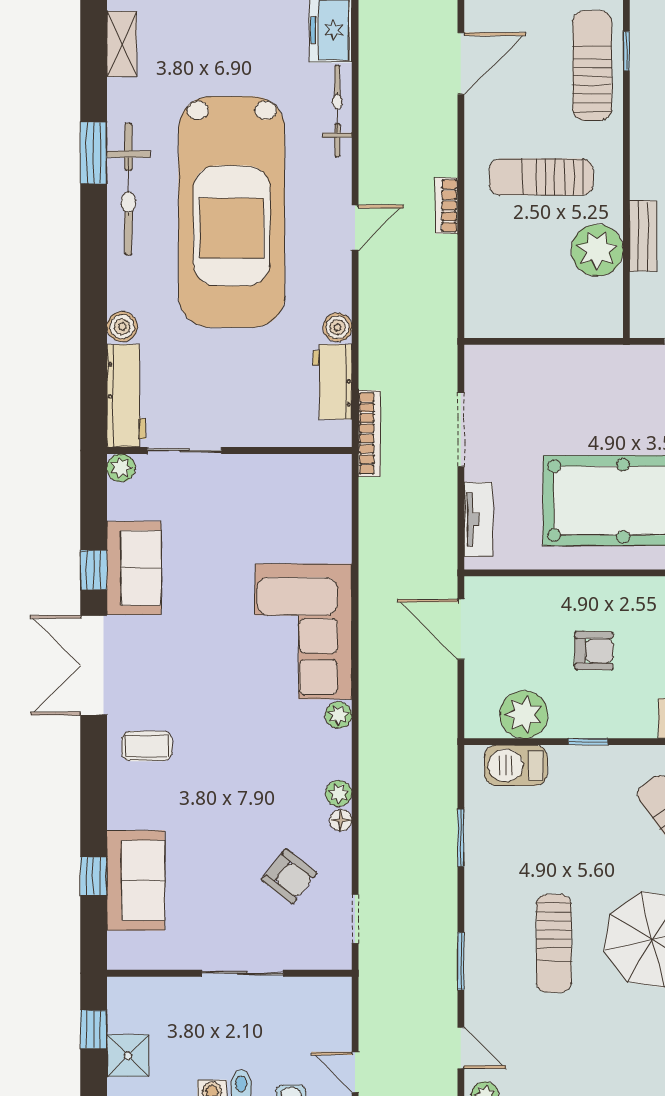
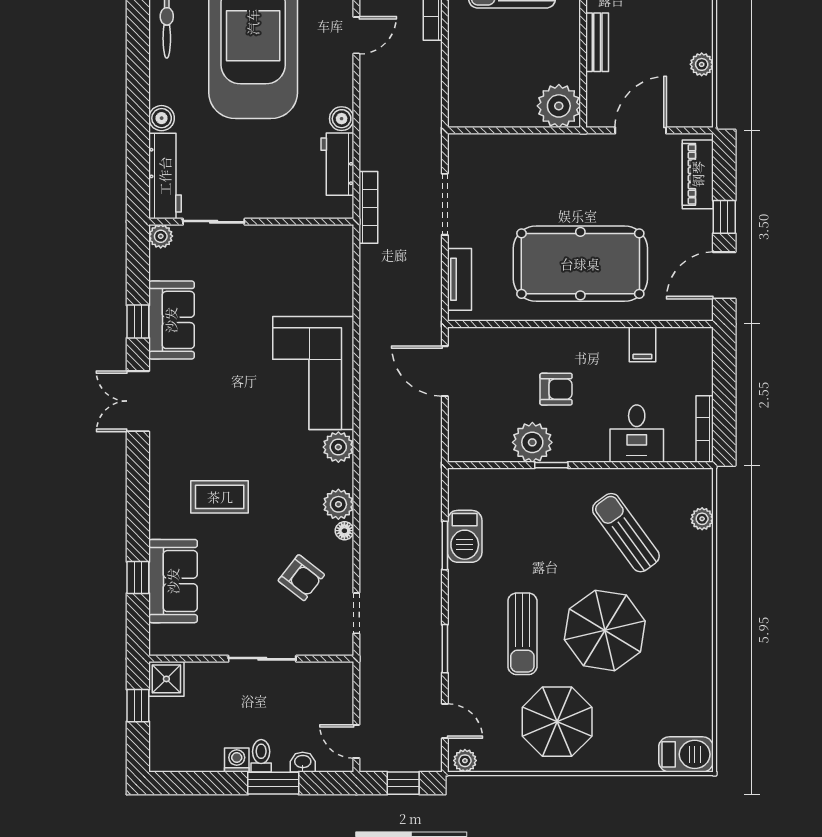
plant: (597, 250) -> (559, 106), moved
double door: (94, 665) -> (138, 401), width x0.73
plant: (524, 714) -> (532, 442), moved
plant: (338, 715) -> (338, 447), width x1.38, depth x1.38
coffee table: (147, 746) -> (220, 497), moved, width x1.36, depth x1.30
barbecue: (516, 765) -> (465, 536), moved, turned -90
plant: (339, 793) -> (338, 504), width x1.38, depth x1.38
parasol: (595, 1049) -> (557, 722), added
shower: (128, 1056) -> (166, 679), moved

